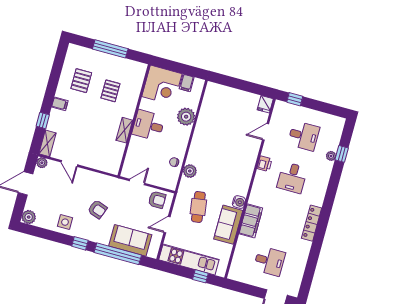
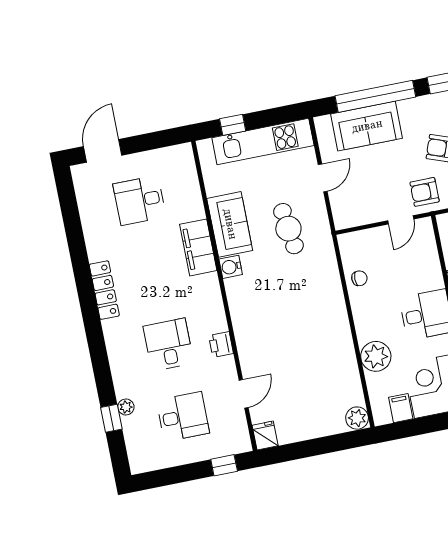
desk: (304, 136) -> (183, 417), turned 180
plant: (190, 171) -> (357, 418), moved
armchair: (157, 200) -> (425, 192), moved

